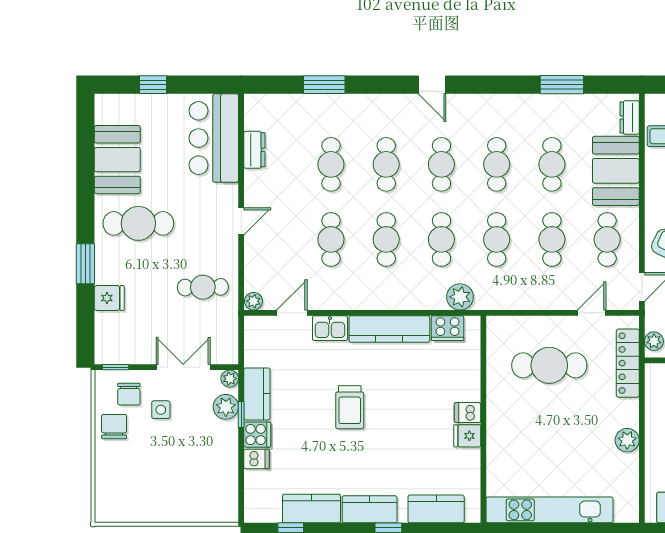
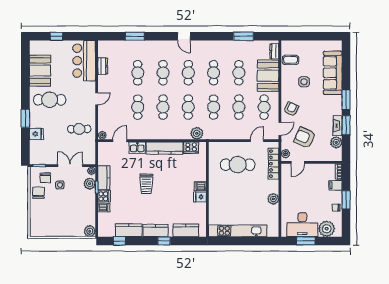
plant: (226, 511) -> (90, 231), added

